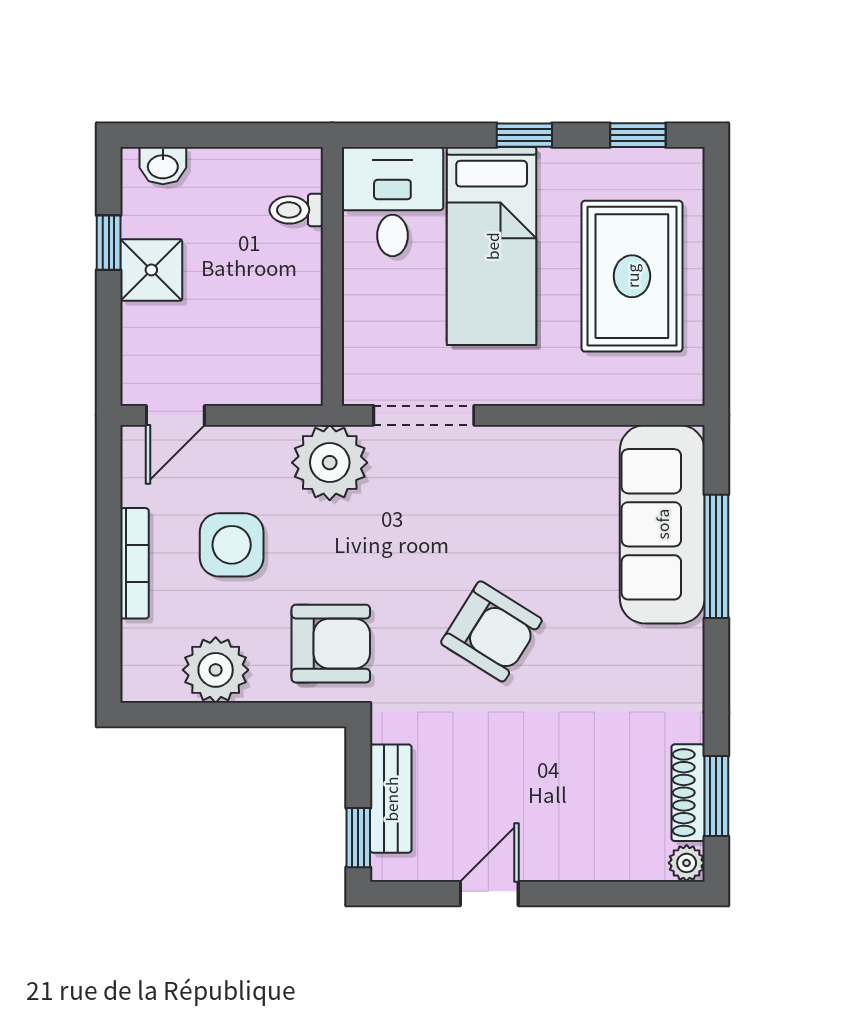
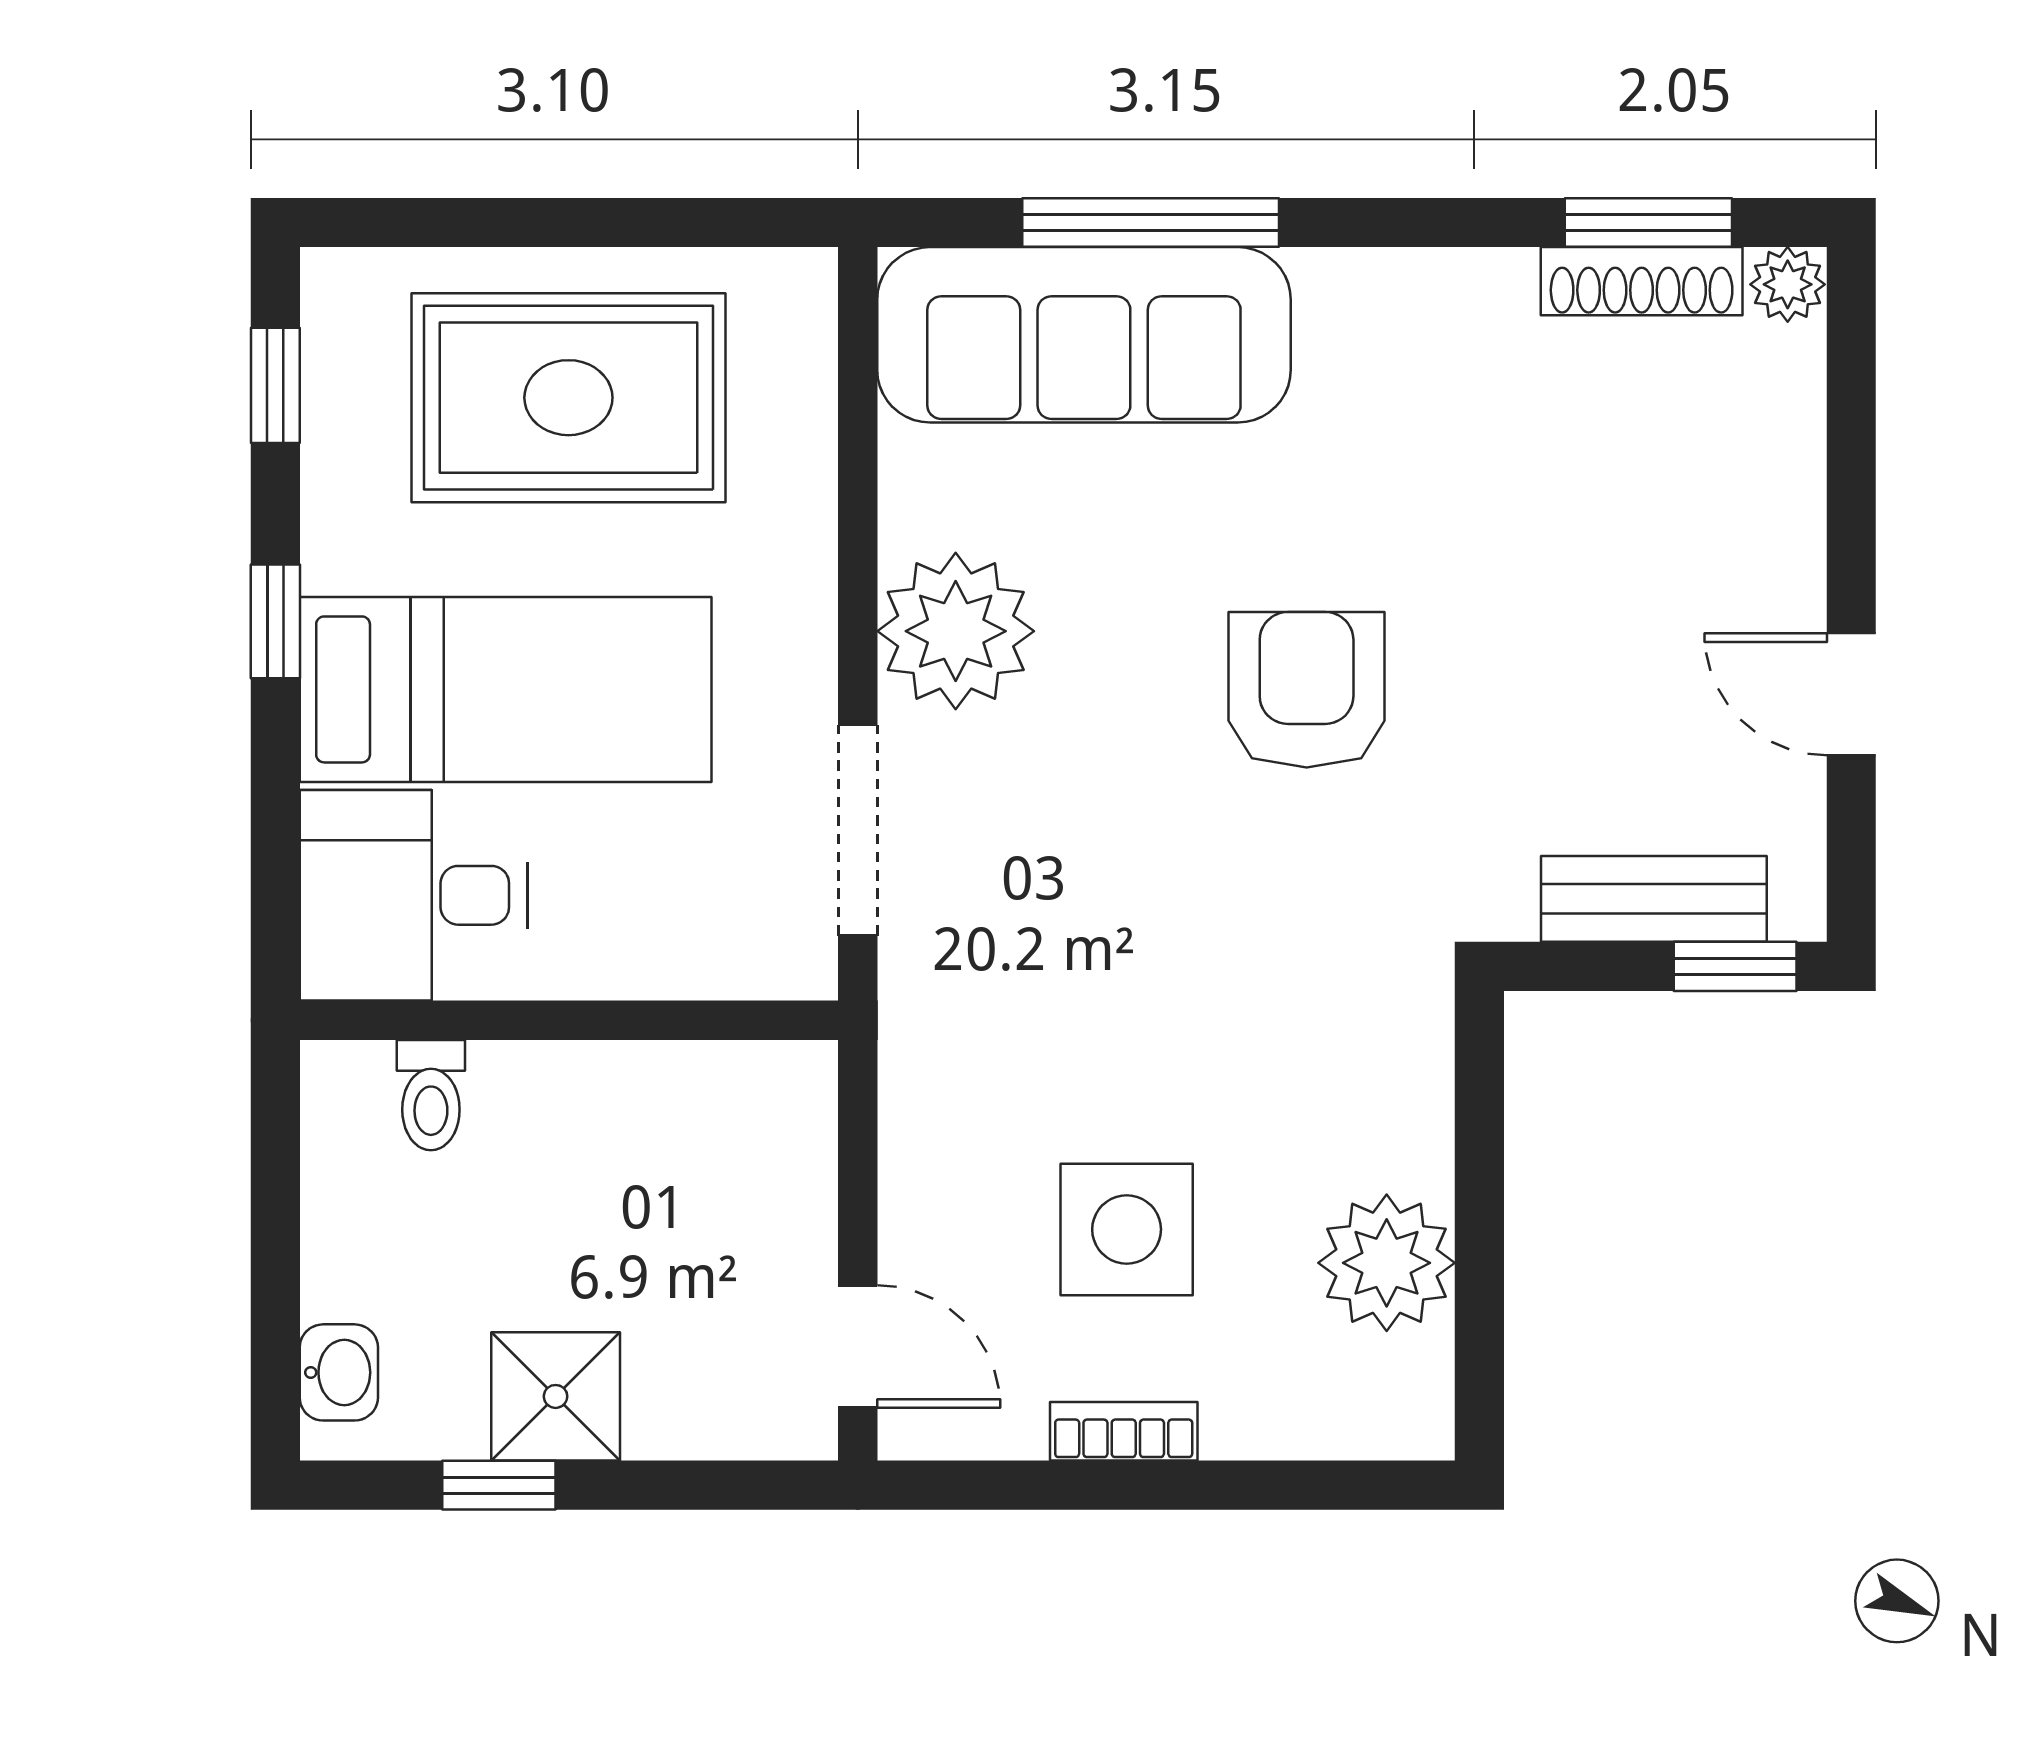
plant: (330, 463) -> (956, 631), moved
bookcase: (135, 563) -> (1124, 1431), width x0.64
armchair: (491, 631) -> (1307, 690), turned -32
armchair: (331, 644) -> (1332, 1023), removed

